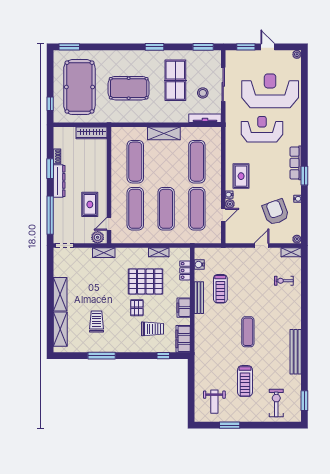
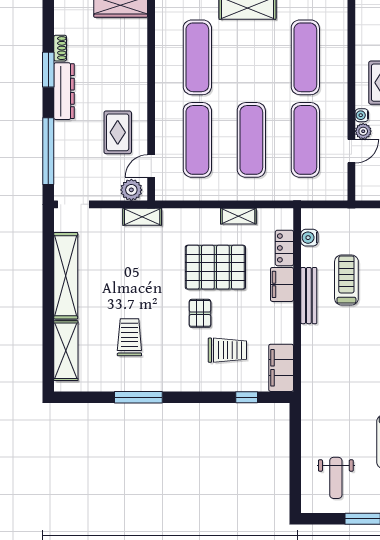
treadmill: (220, 289) -> (346, 280), turned 180
shelving: (60, 294) -> (66, 276), width x1.47
filing cabinet: (184, 308) -> (282, 284), moved

